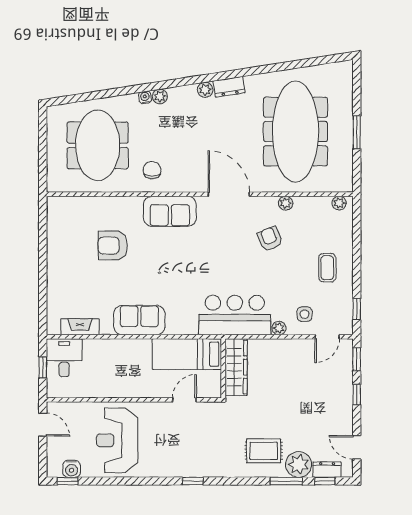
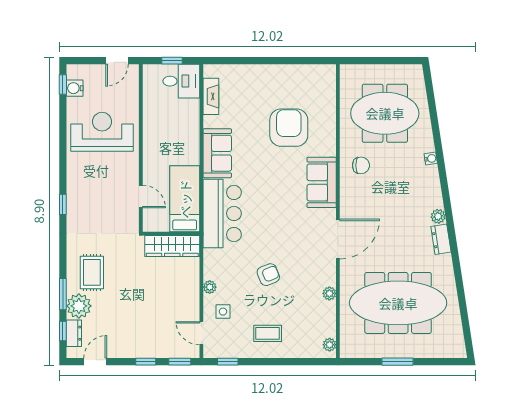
plant: (160, 96) -> (432, 173), removed
armchair: (270, 239) -> (268, 275), moved
armchair: (113, 246) -> (289, 128), width x1.36, depth x1.36
bar counter: (235, 315) -> (222, 213), moved

